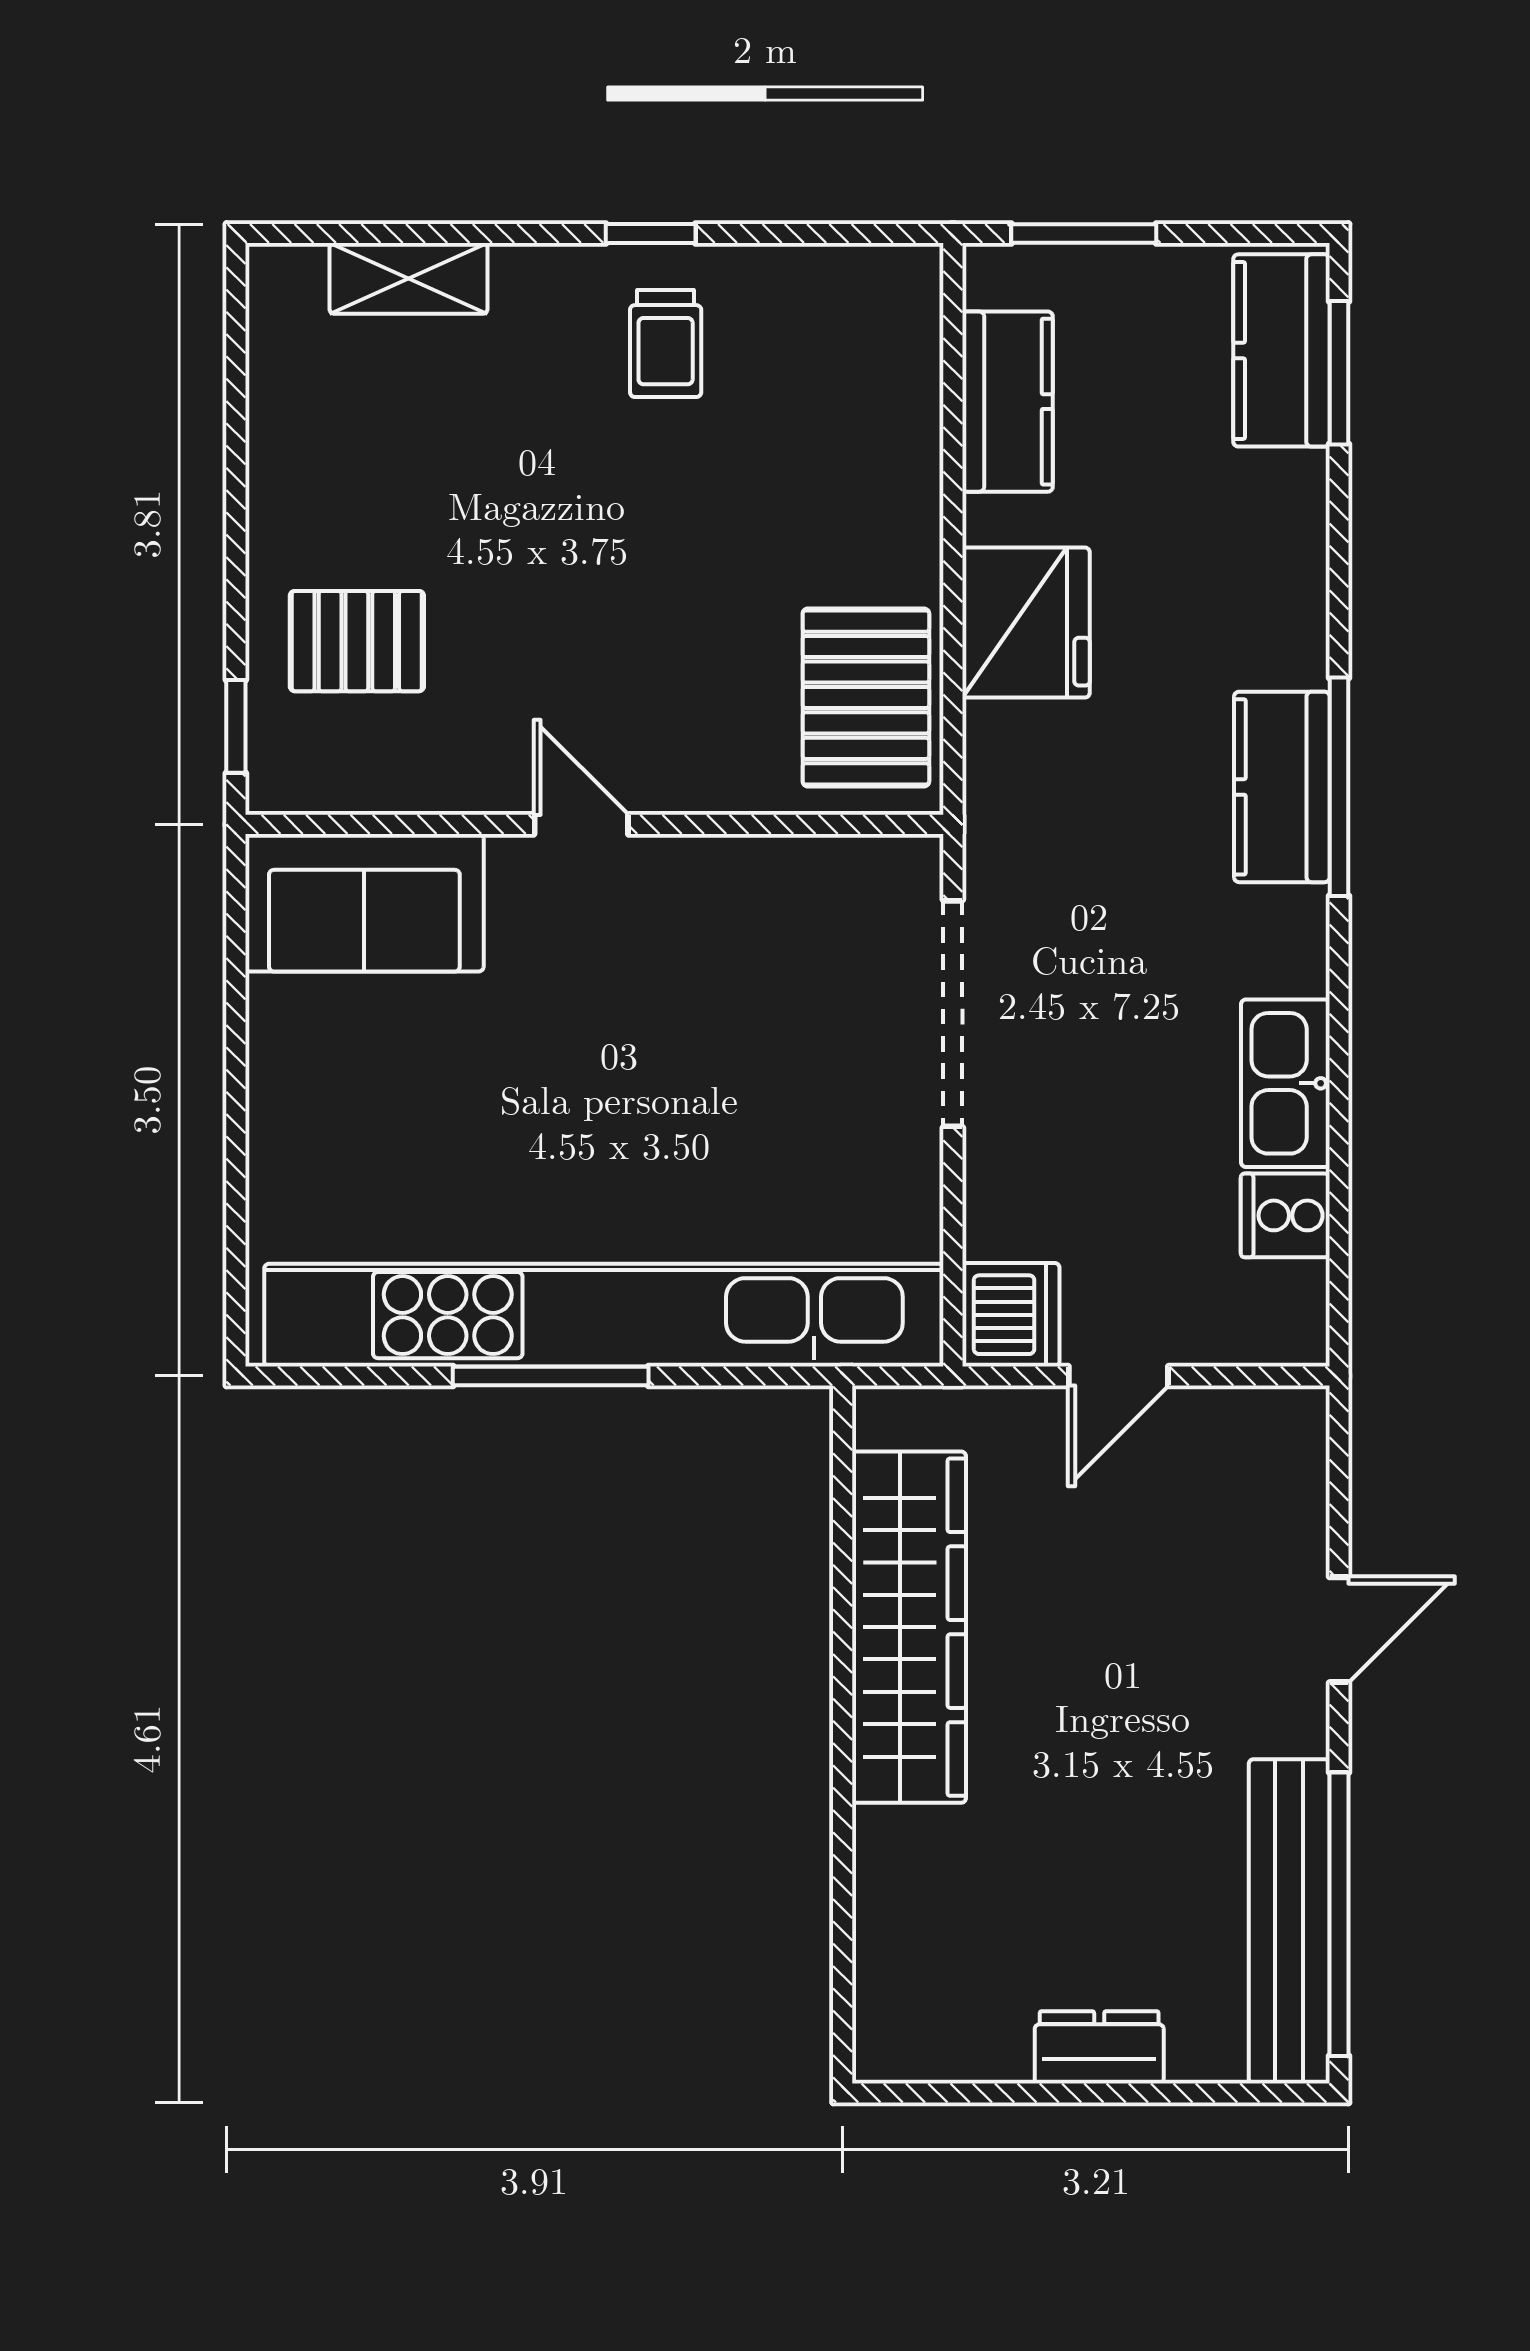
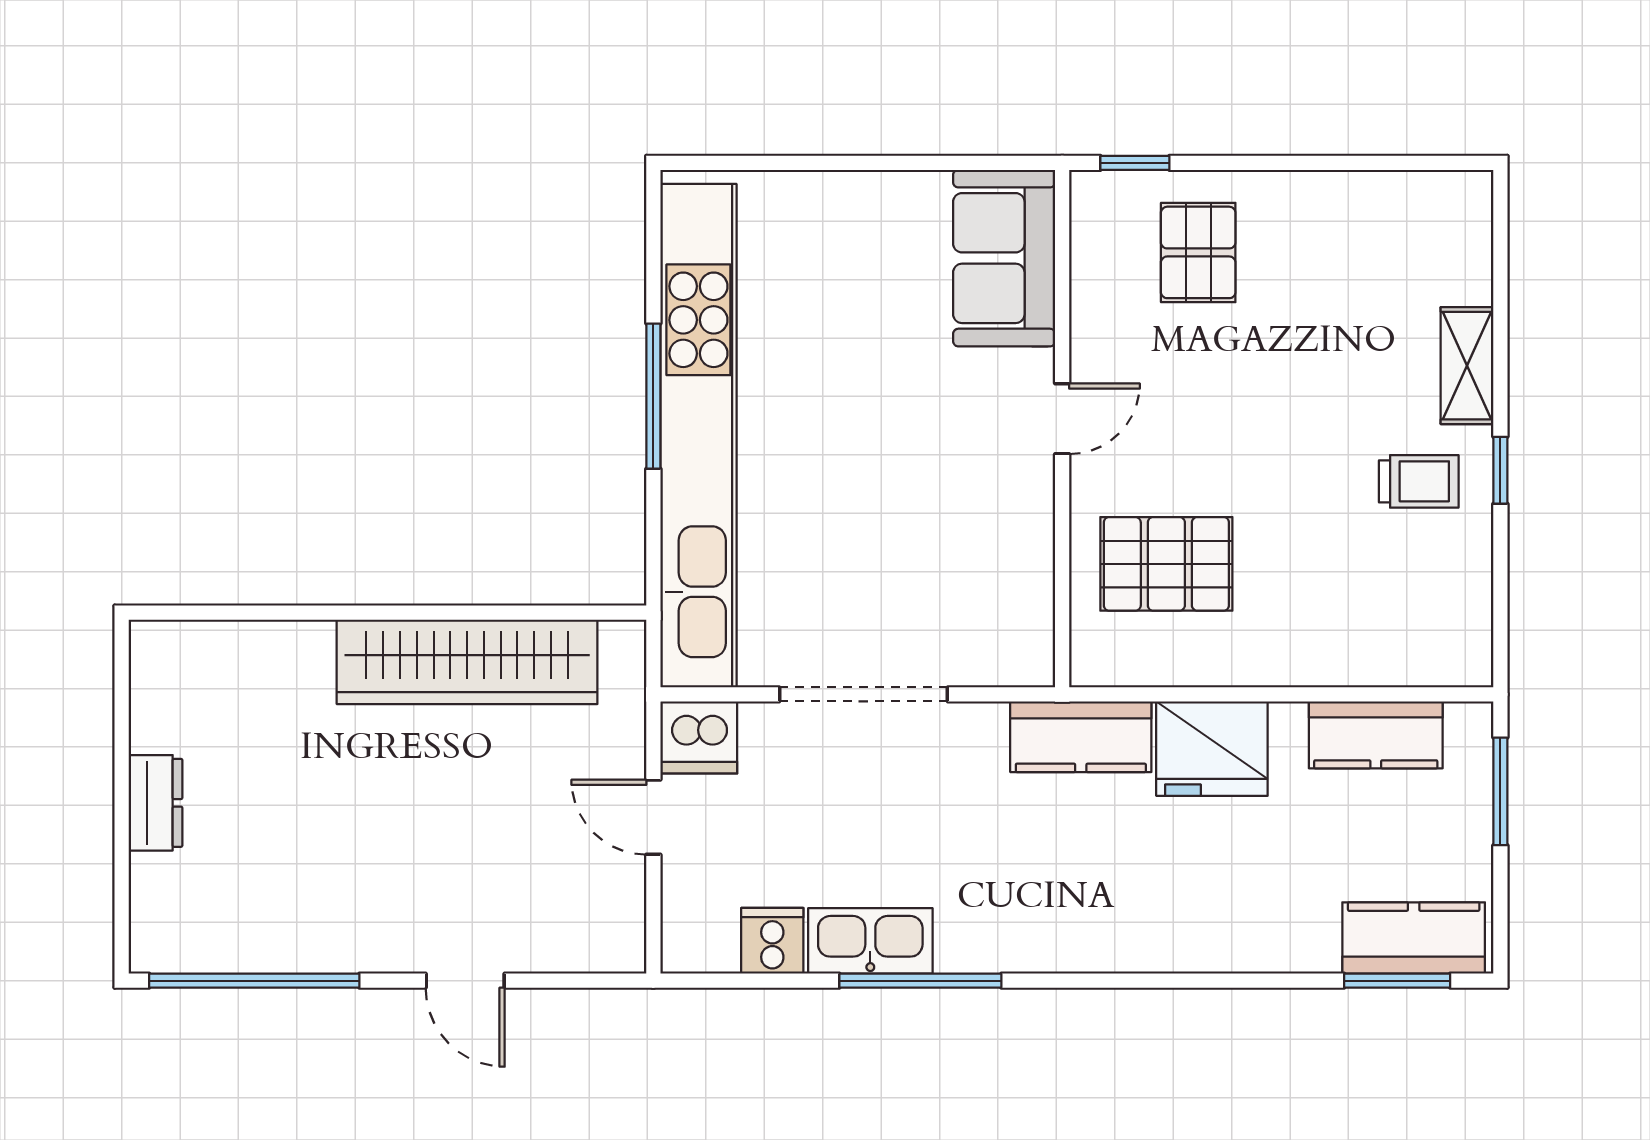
shelving: (408, 278) -> (1467, 366), moved
trolley: (666, 344) -> (1419, 481), turned 180
pallet: (866, 697) -> (1166, 564), moved
kitchen counter: (1282, 787) -> (1081, 737), moved, turned 180
window: (1339, 787) -> (920, 981), moved
doorway: (953, 1014) -> (863, 694), moved
bench: (1289, 1921) -> (249, 944), removed

